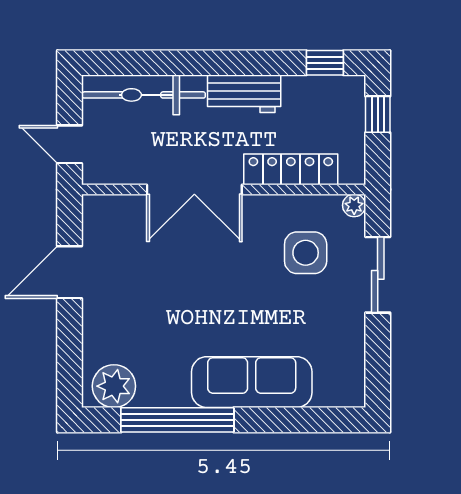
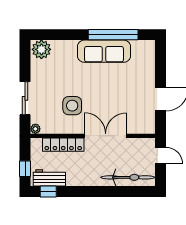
workbench: (244, 94) -> (49, 178), moved
side table: (306, 253) -> (72, 106), moved
sofa: (252, 382) -> (104, 51), moved
plant: (114, 386) -> (41, 49), moved

